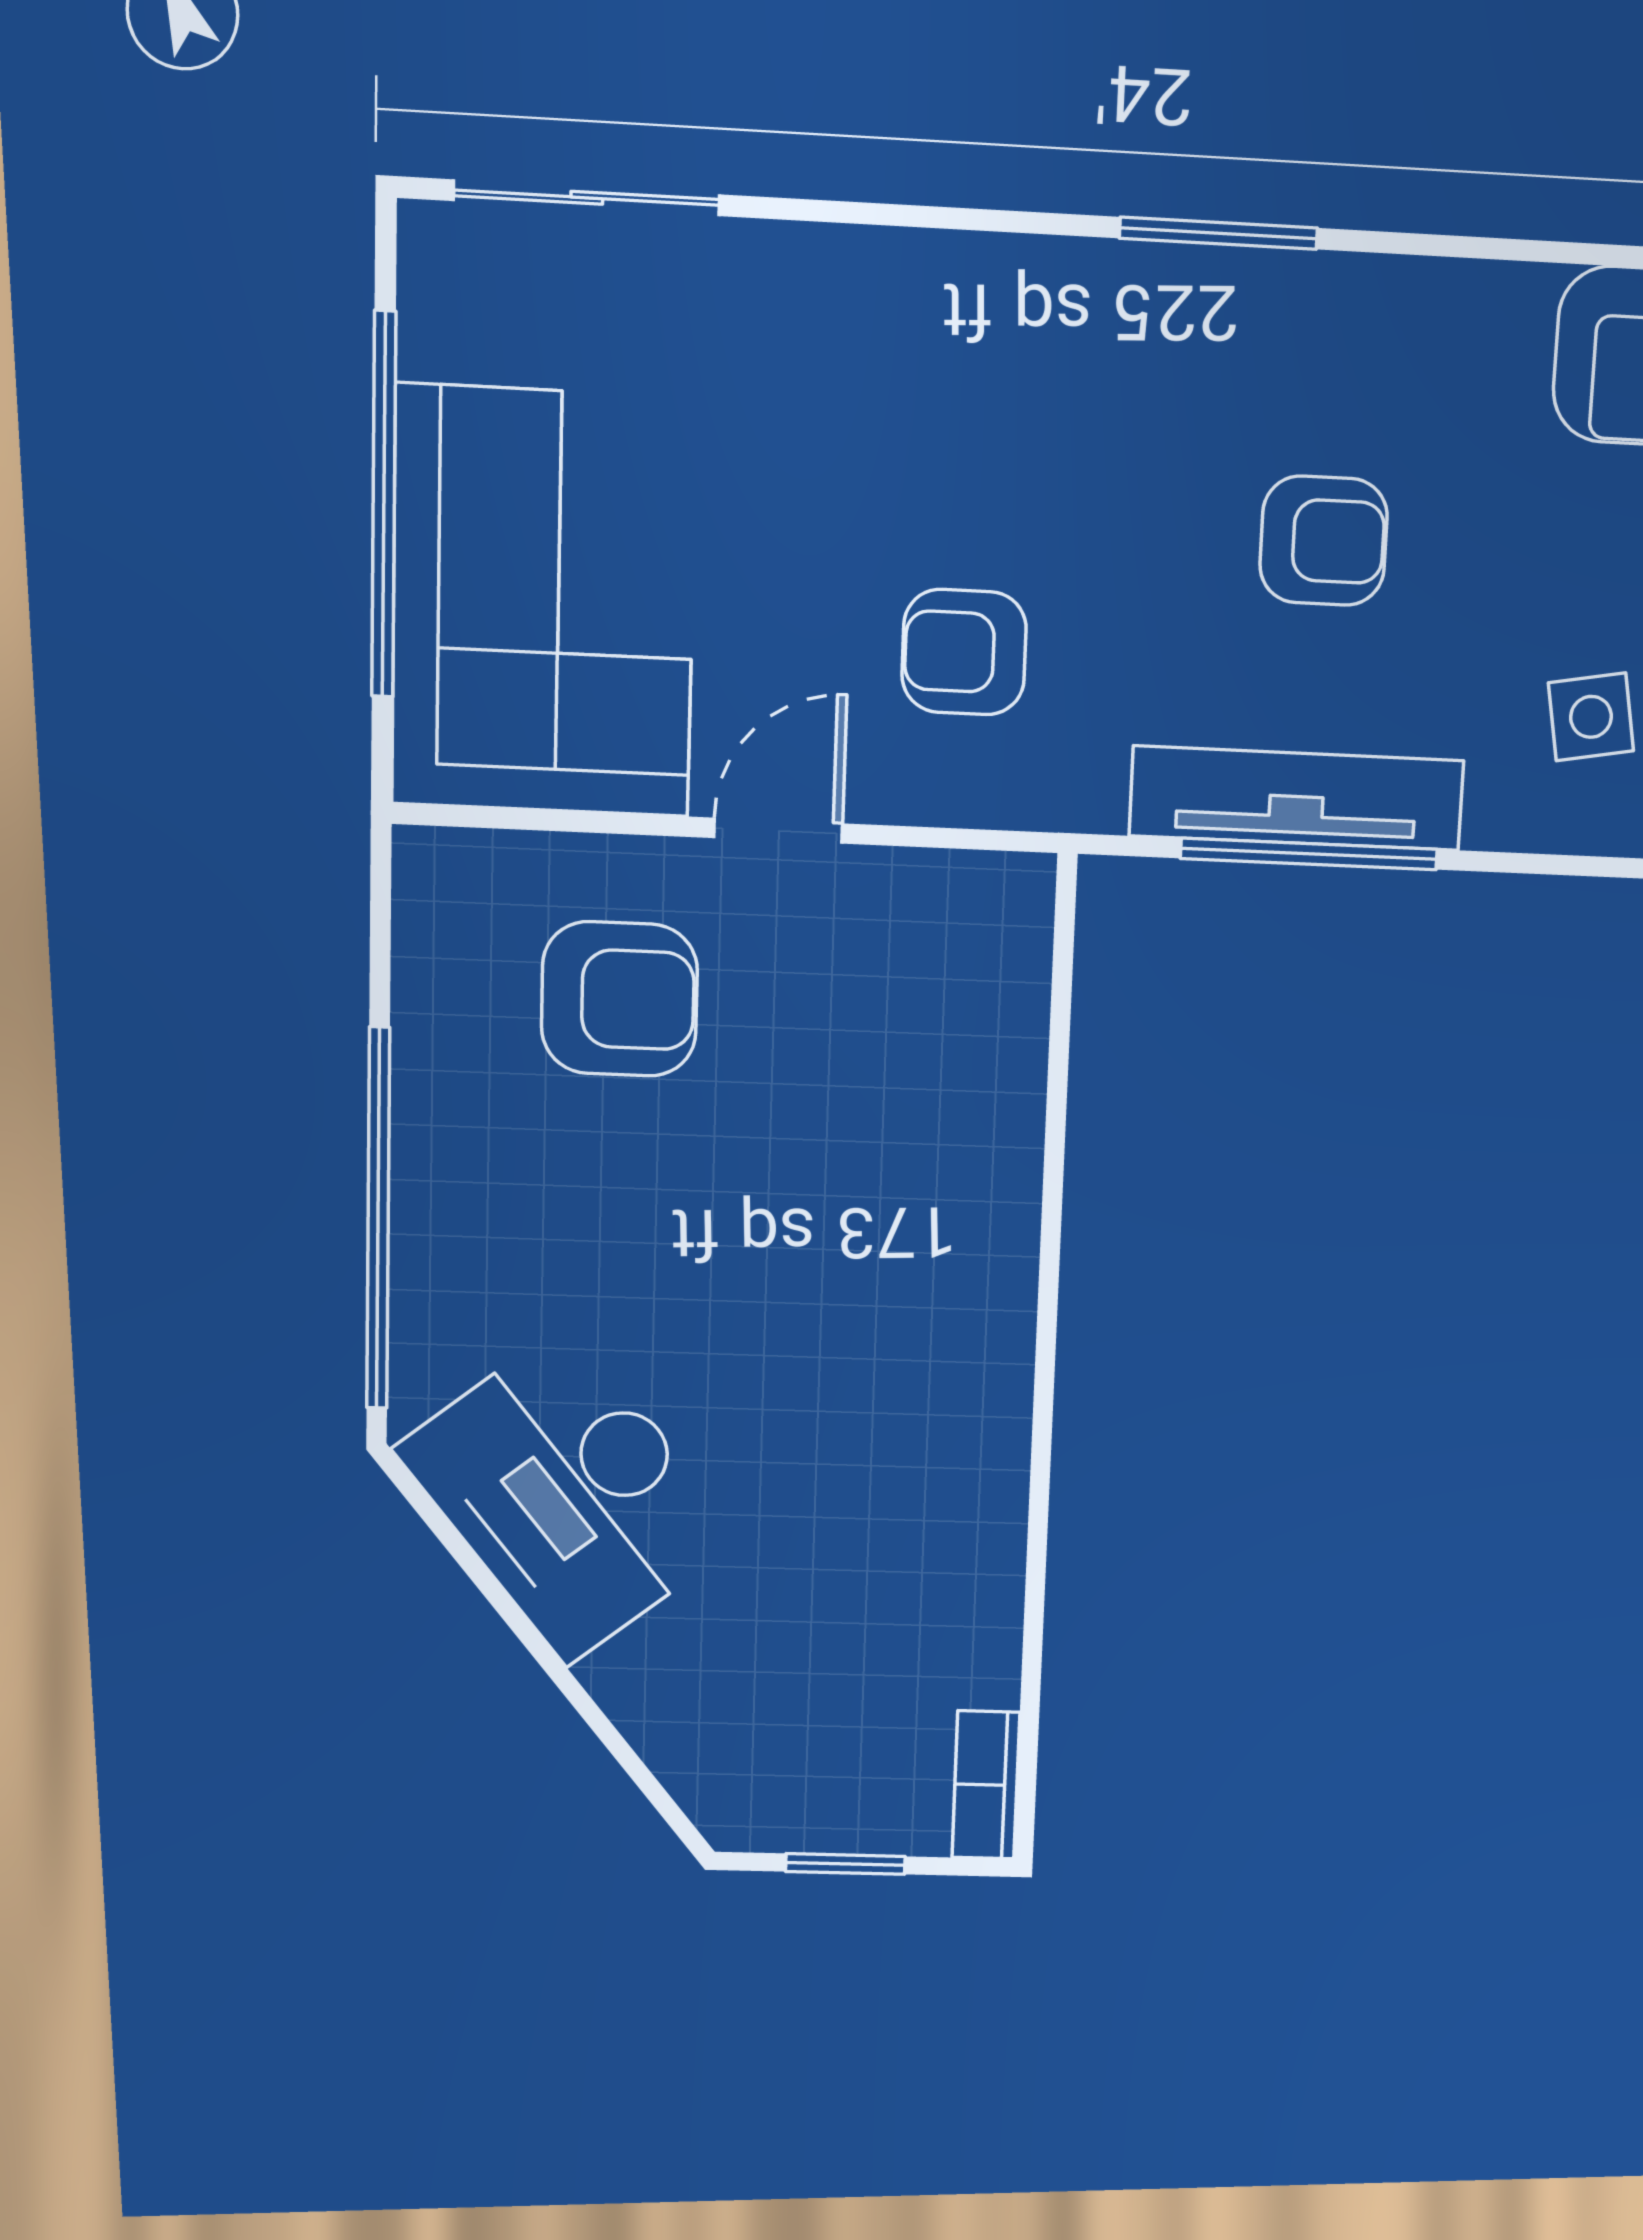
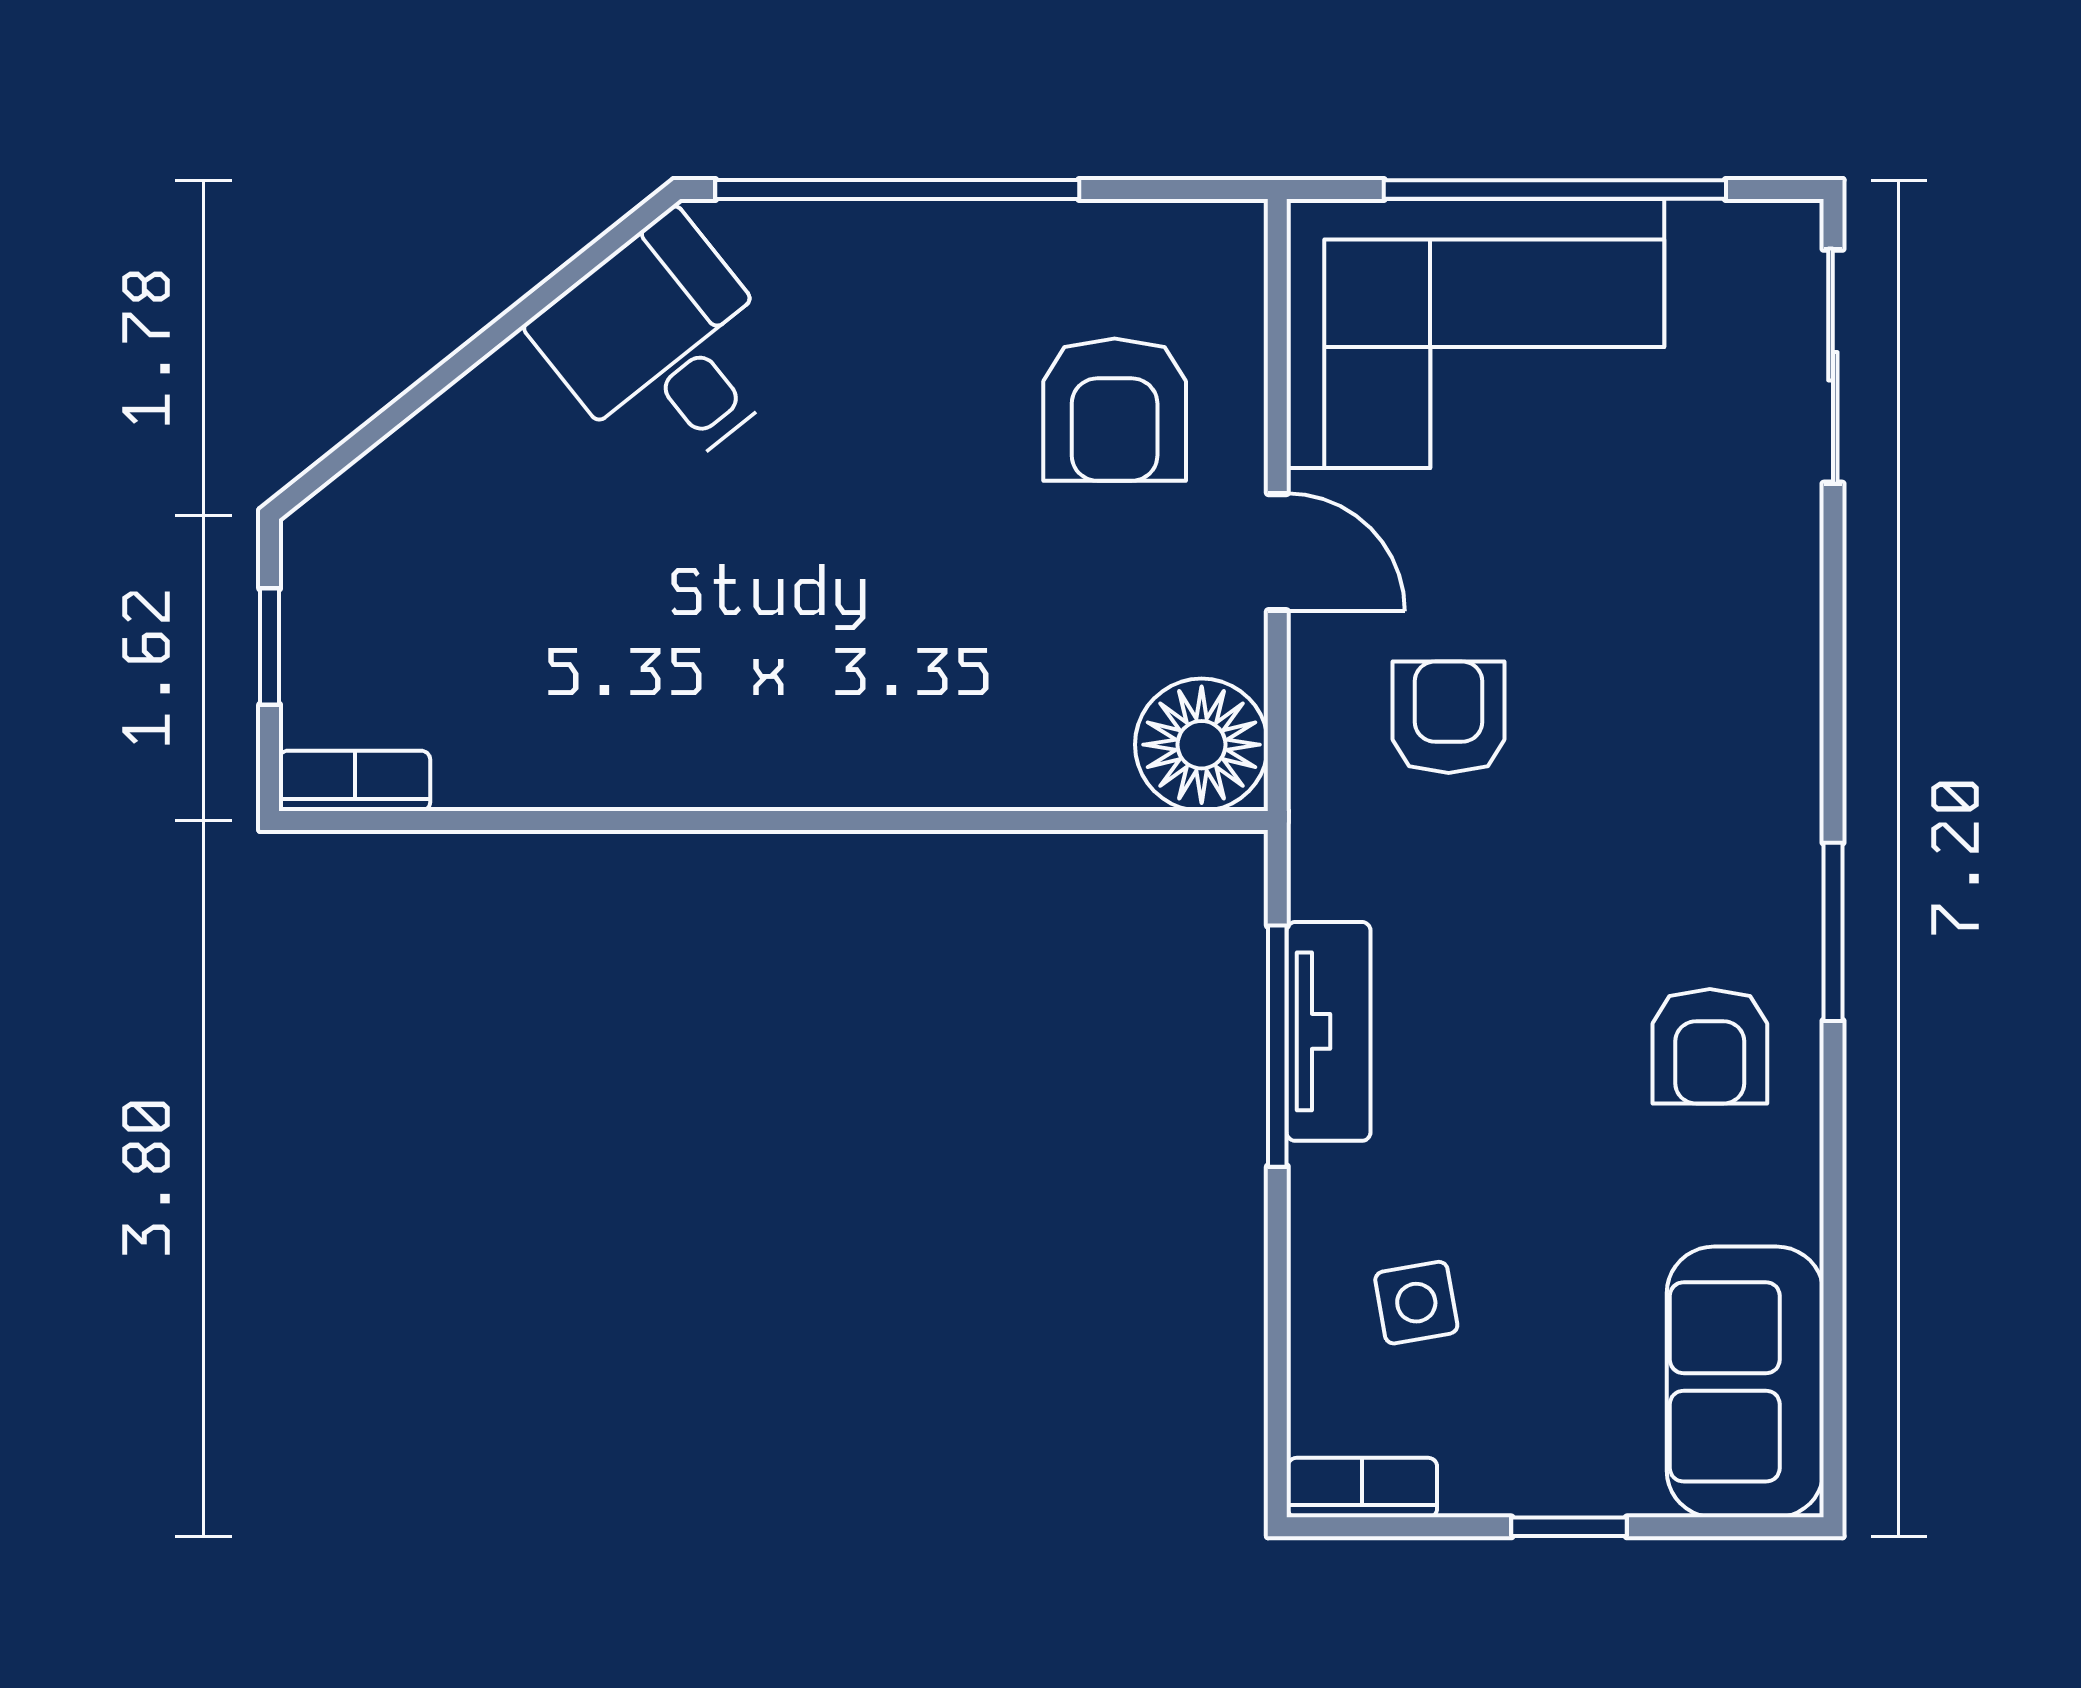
armchair: (1324, 541) -> (1710, 1046), moved
tv unit: (1297, 798) -> (1329, 1031), width x0.71
floor lamp: (983, 921) -> (1202, 745), added
desk: (569, 1494) -> (665, 348), width x0.73

